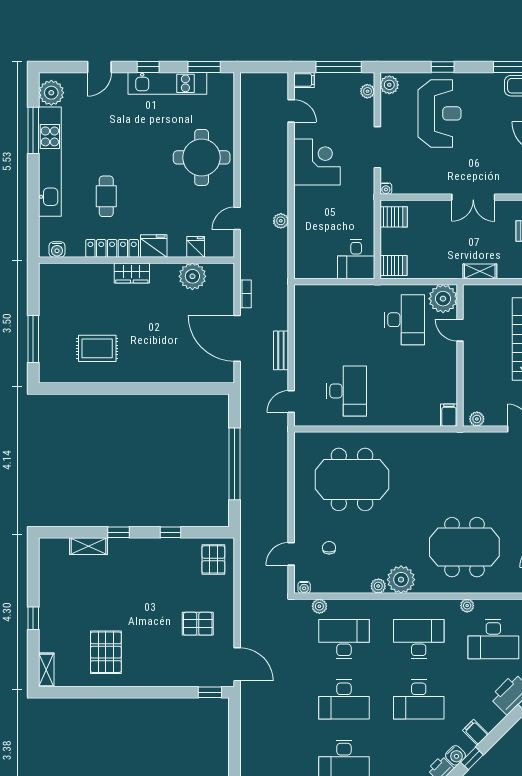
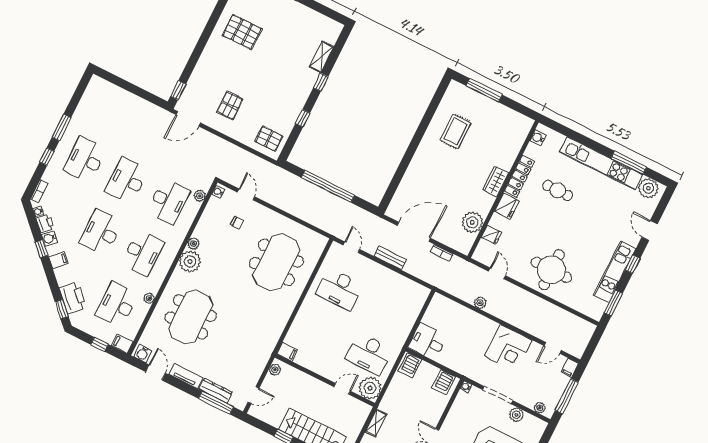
plant: (389, 85) -> (516, 415), moved

